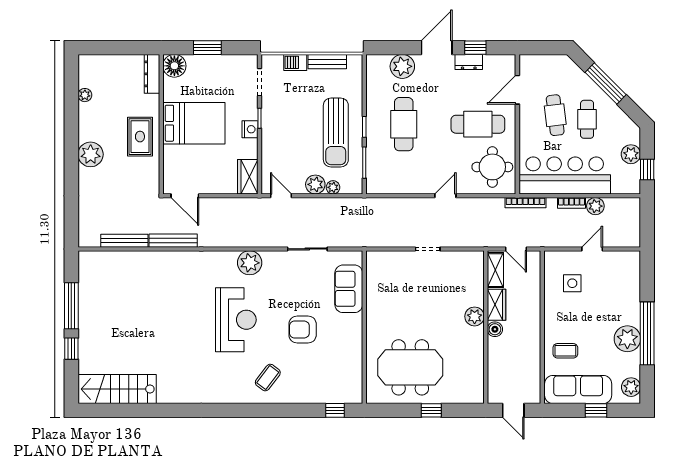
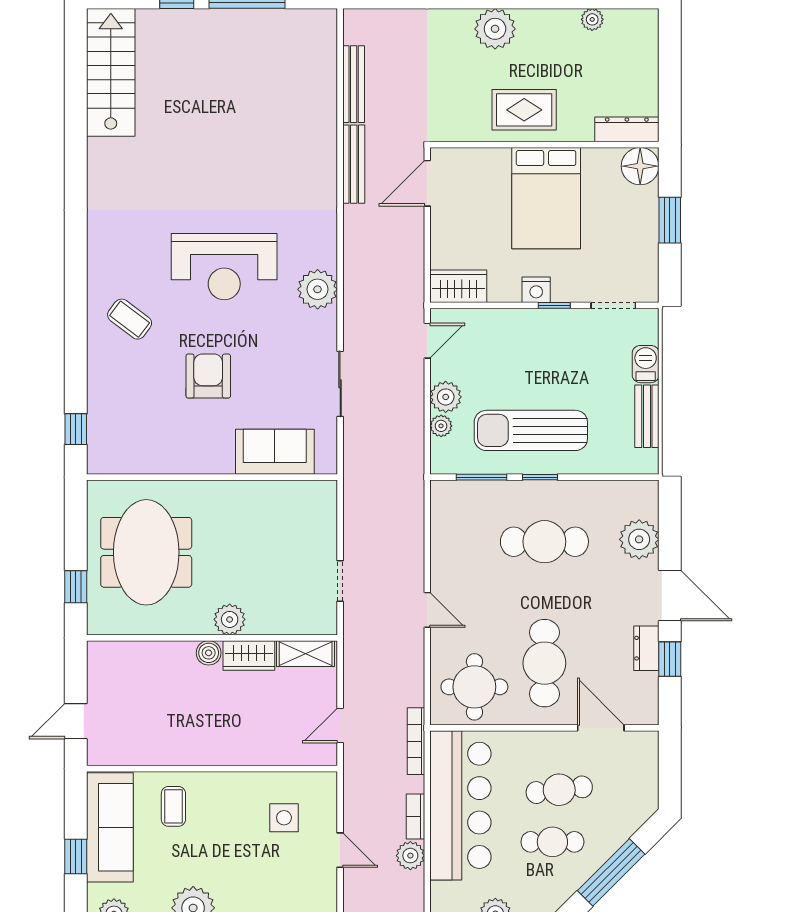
shelving: (495, 270) -> (306, 654), moved
wardrobe: (497, 305) -> (249, 655), moved
plant: (475, 316) -> (230, 619), moved
wall: (486, 327) -> (212, 638), moved
boiler: (495, 329) -> (209, 653), moved

